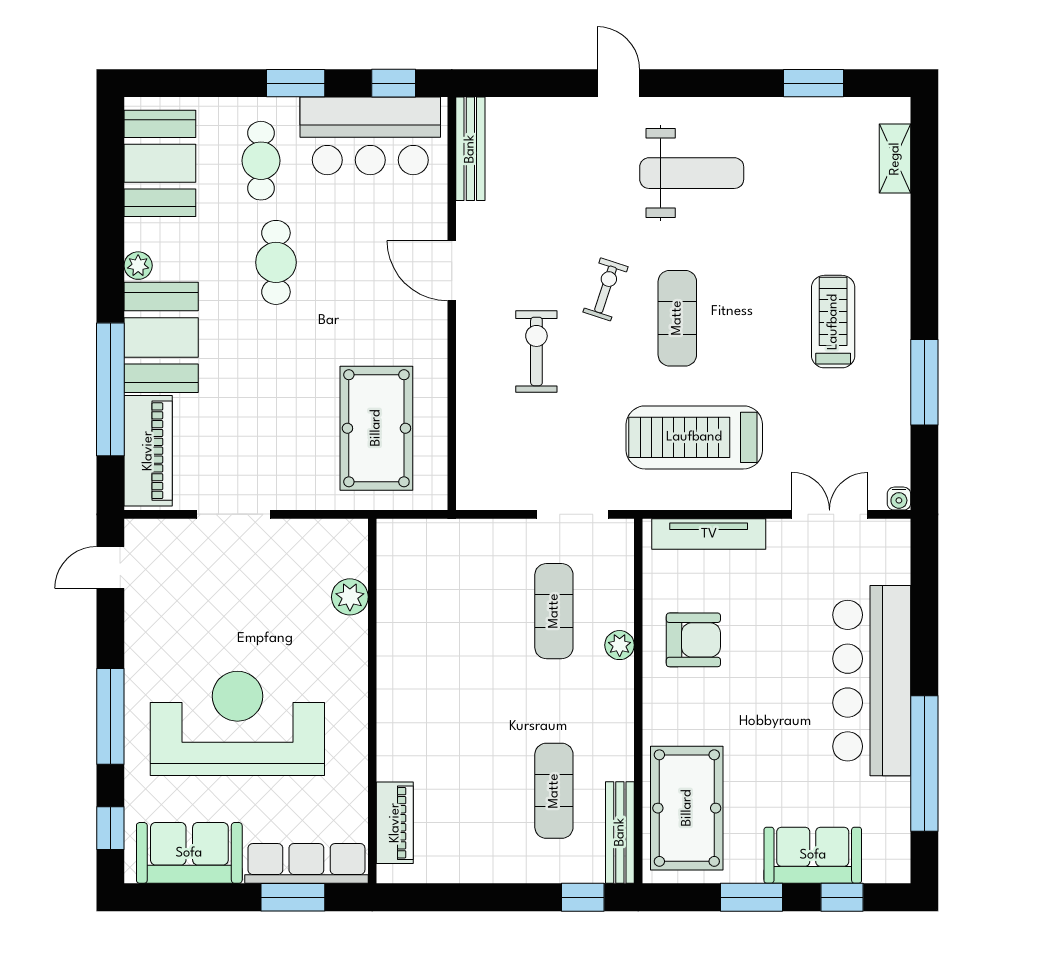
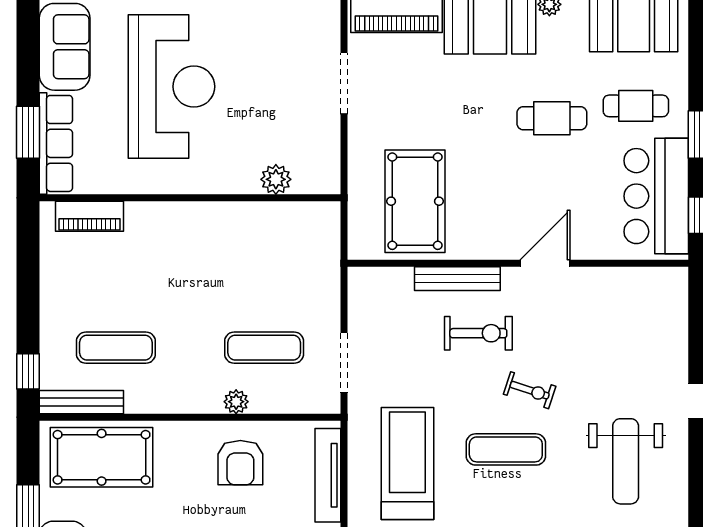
bench: (470, 149) -> (457, 279), moved
pool table: (376, 428) -> (415, 201), turned 90

